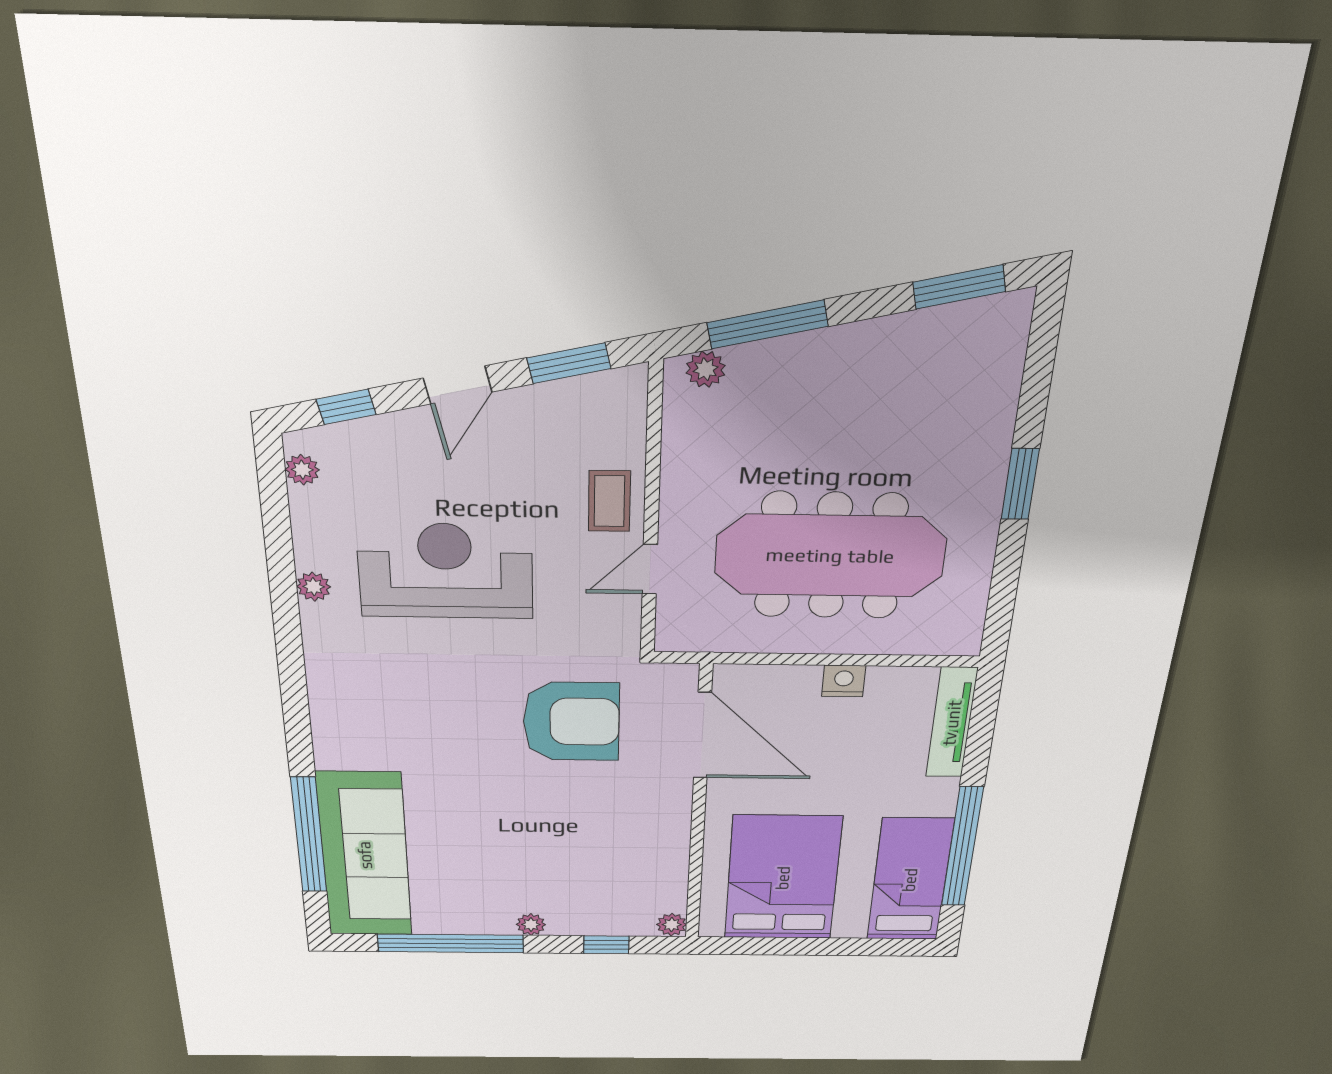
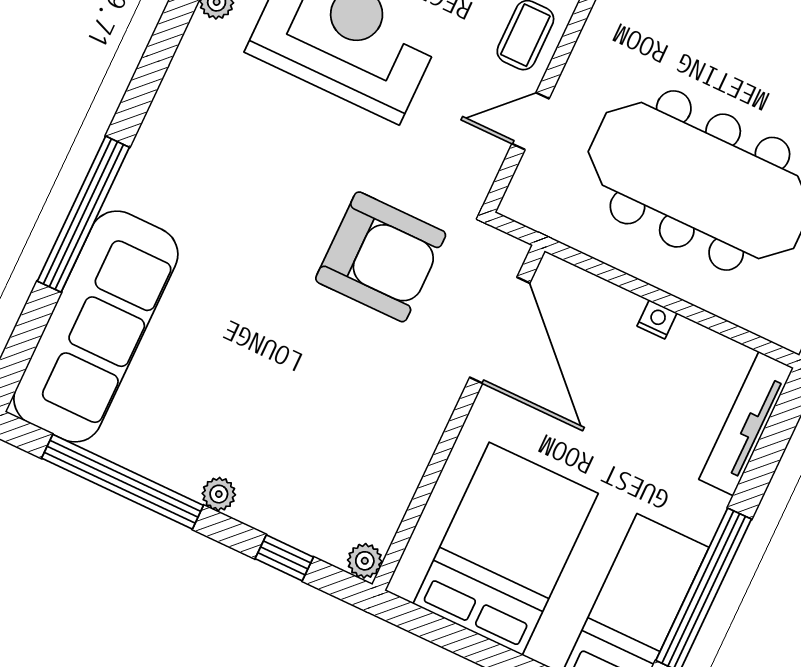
nightstand: (844, 681) -> (657, 319), width x0.72, depth x0.74
window: (309, 835) -> (83, 214), moved

